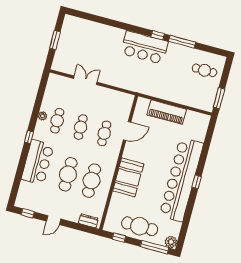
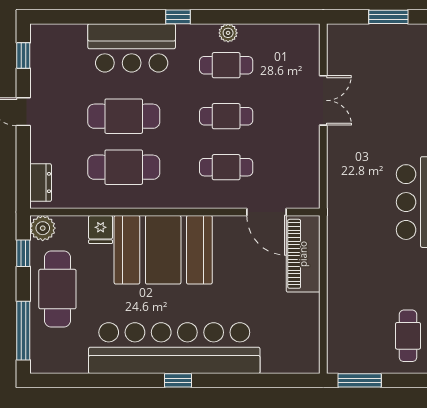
piano: (167, 112) -> (303, 254), moved
door: (127, 131) -> (266, 212), moved
booth: (128, 177) -> (163, 250), width x1.36, depth x1.42
fridge: (117, 199) -> (101, 230), added
plant: (171, 242) -> (43, 228), moved

